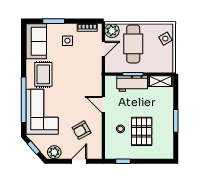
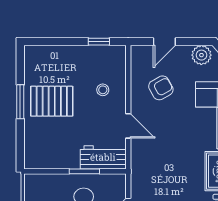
shelving: (161, 81) -> (43, 161), removed
workbench: (132, 84) -> (103, 157), moved
pallet: (142, 131) -> (52, 101), moved, turned 90

